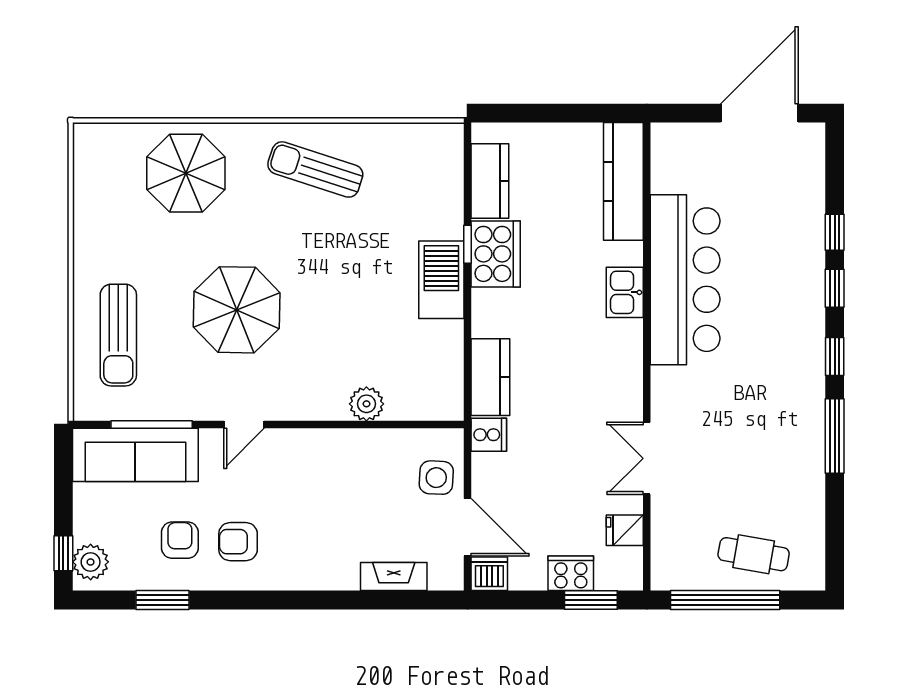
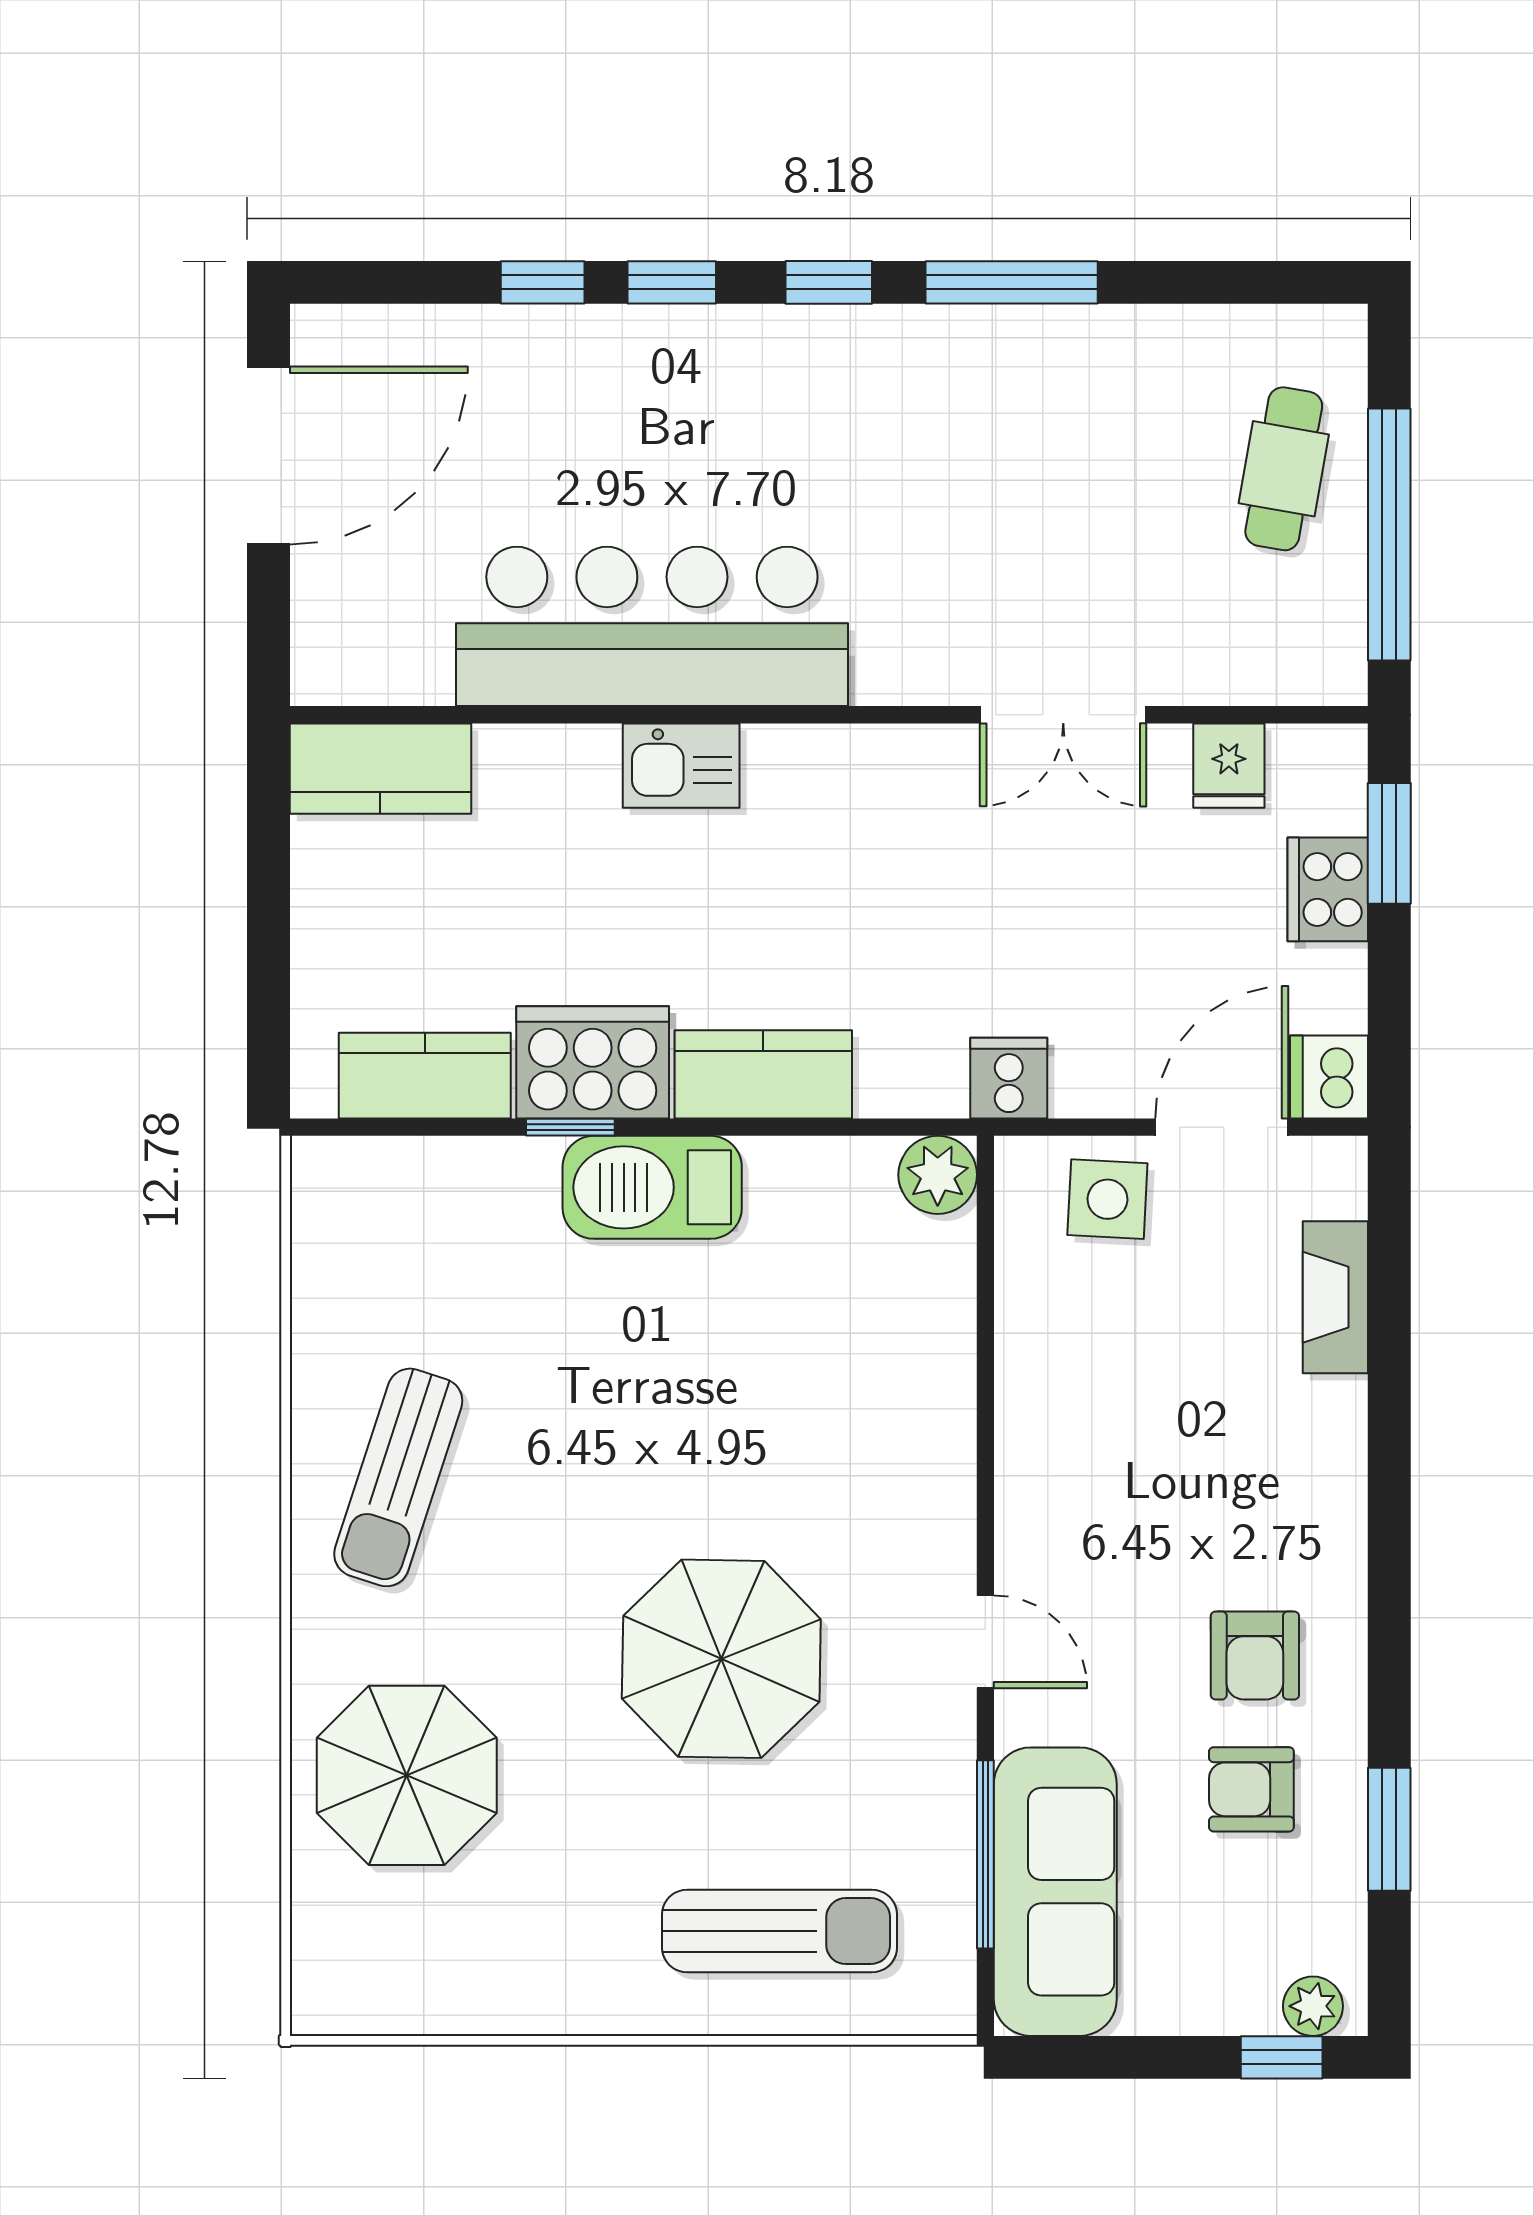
door: (759, 113) -> (269, 455), swing flipped
kitchen counter: (623, 181) -> (380, 769), width x0.67
kitchen counter: (490, 377) -> (763, 1074), moved
plant: (366, 404) -> (938, 1175), moved
plant: (91, 562) -> (1313, 2006), width x0.73, depth x0.73

